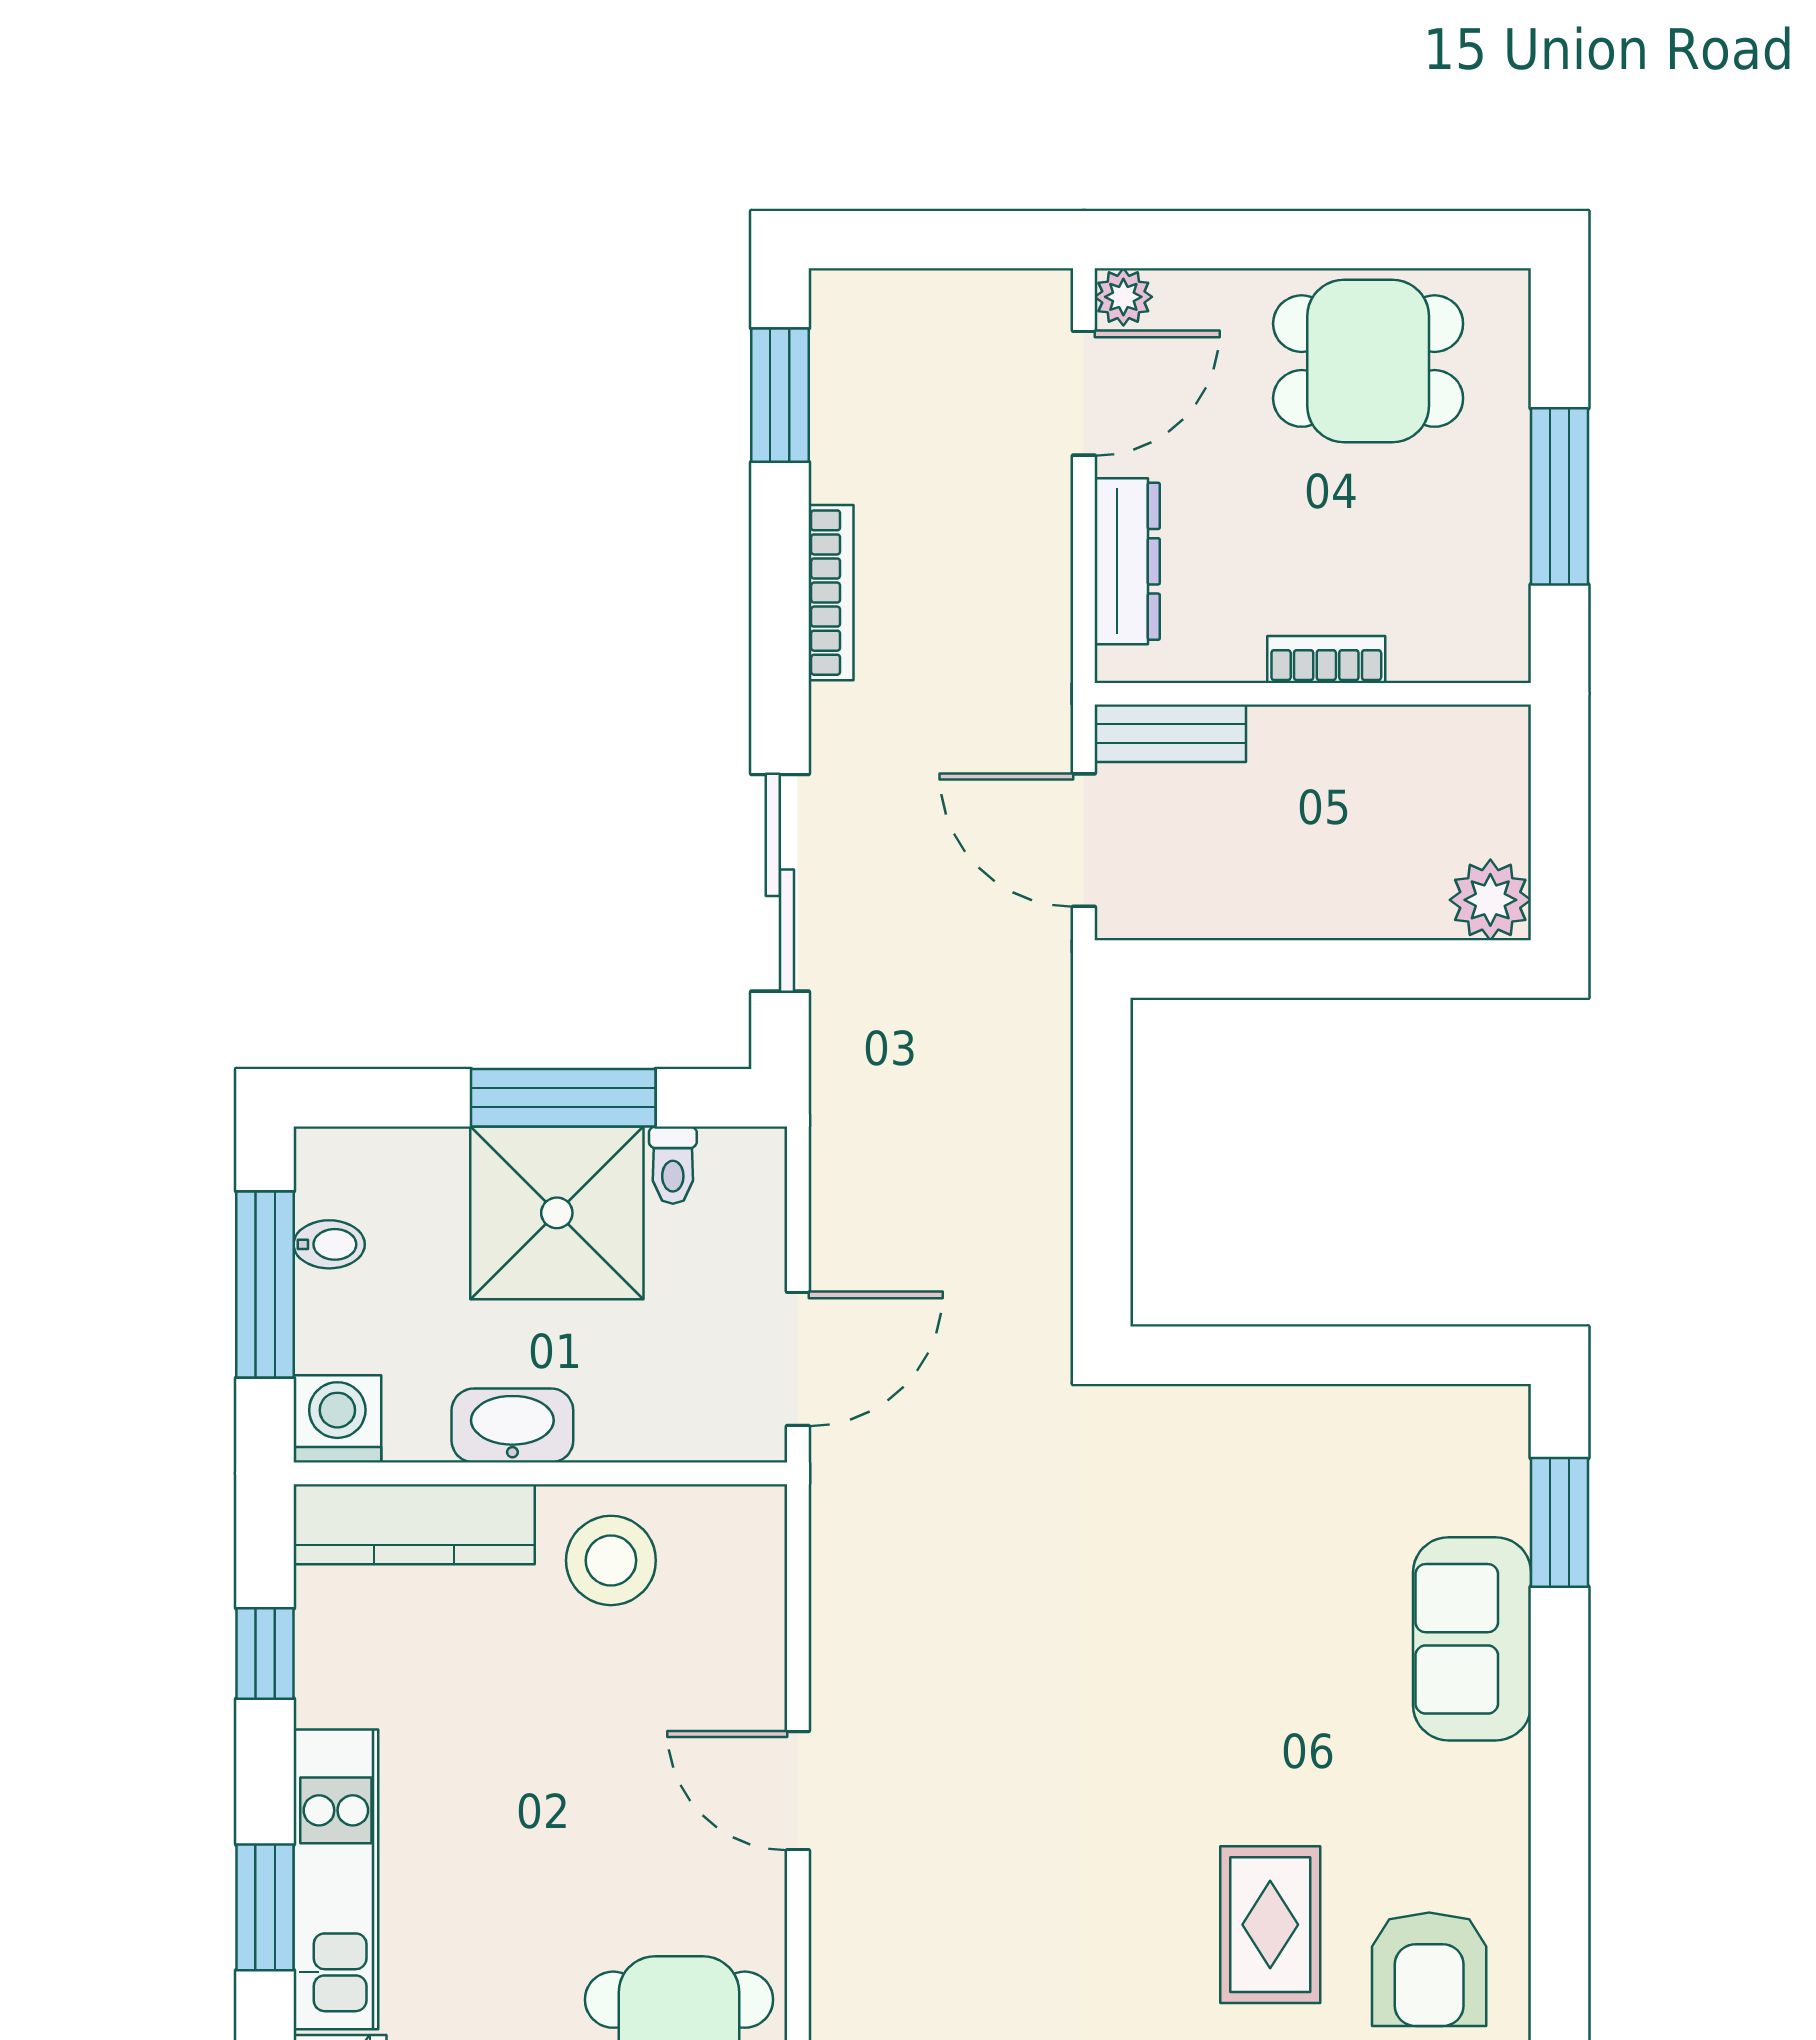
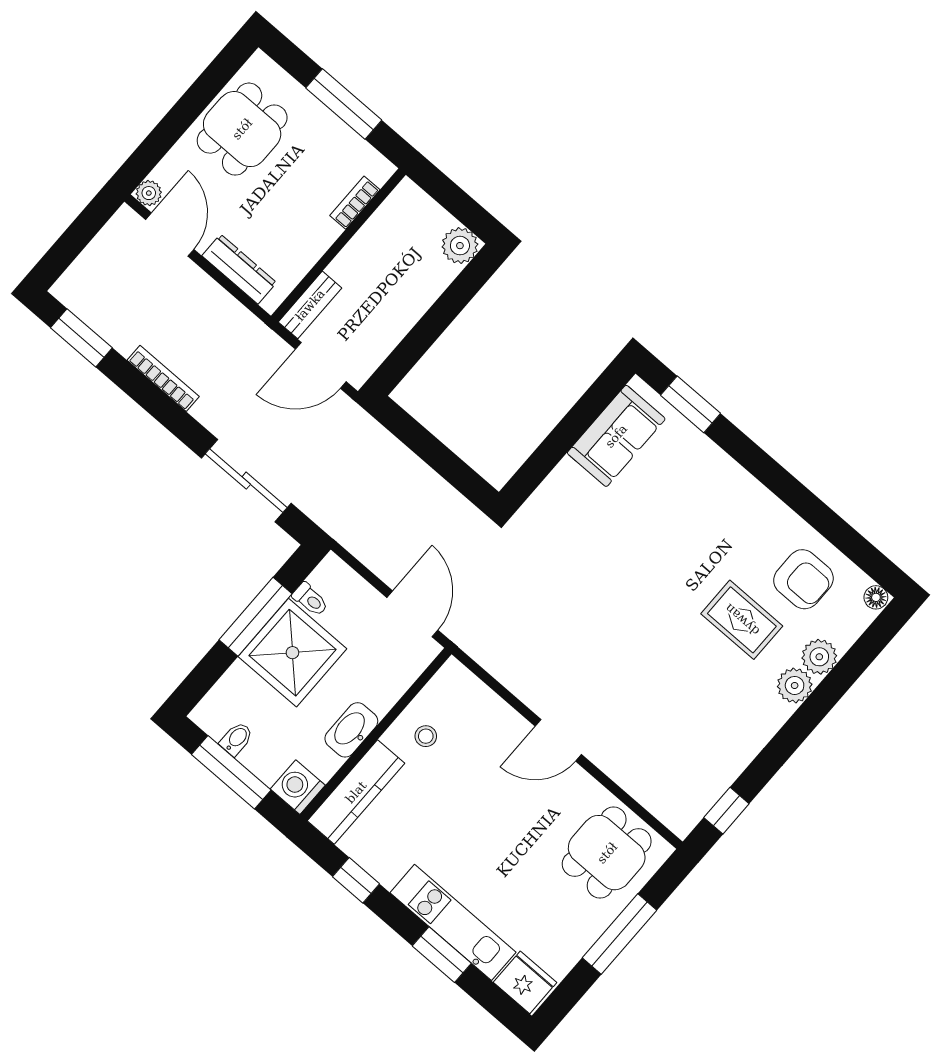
bookcase: (1326, 659) -> (355, 203), moved
stool: (611, 1560) -> (426, 736), width x0.53, depth x0.53
sofa: (1472, 1639) -> (616, 436), moved, turned -90

